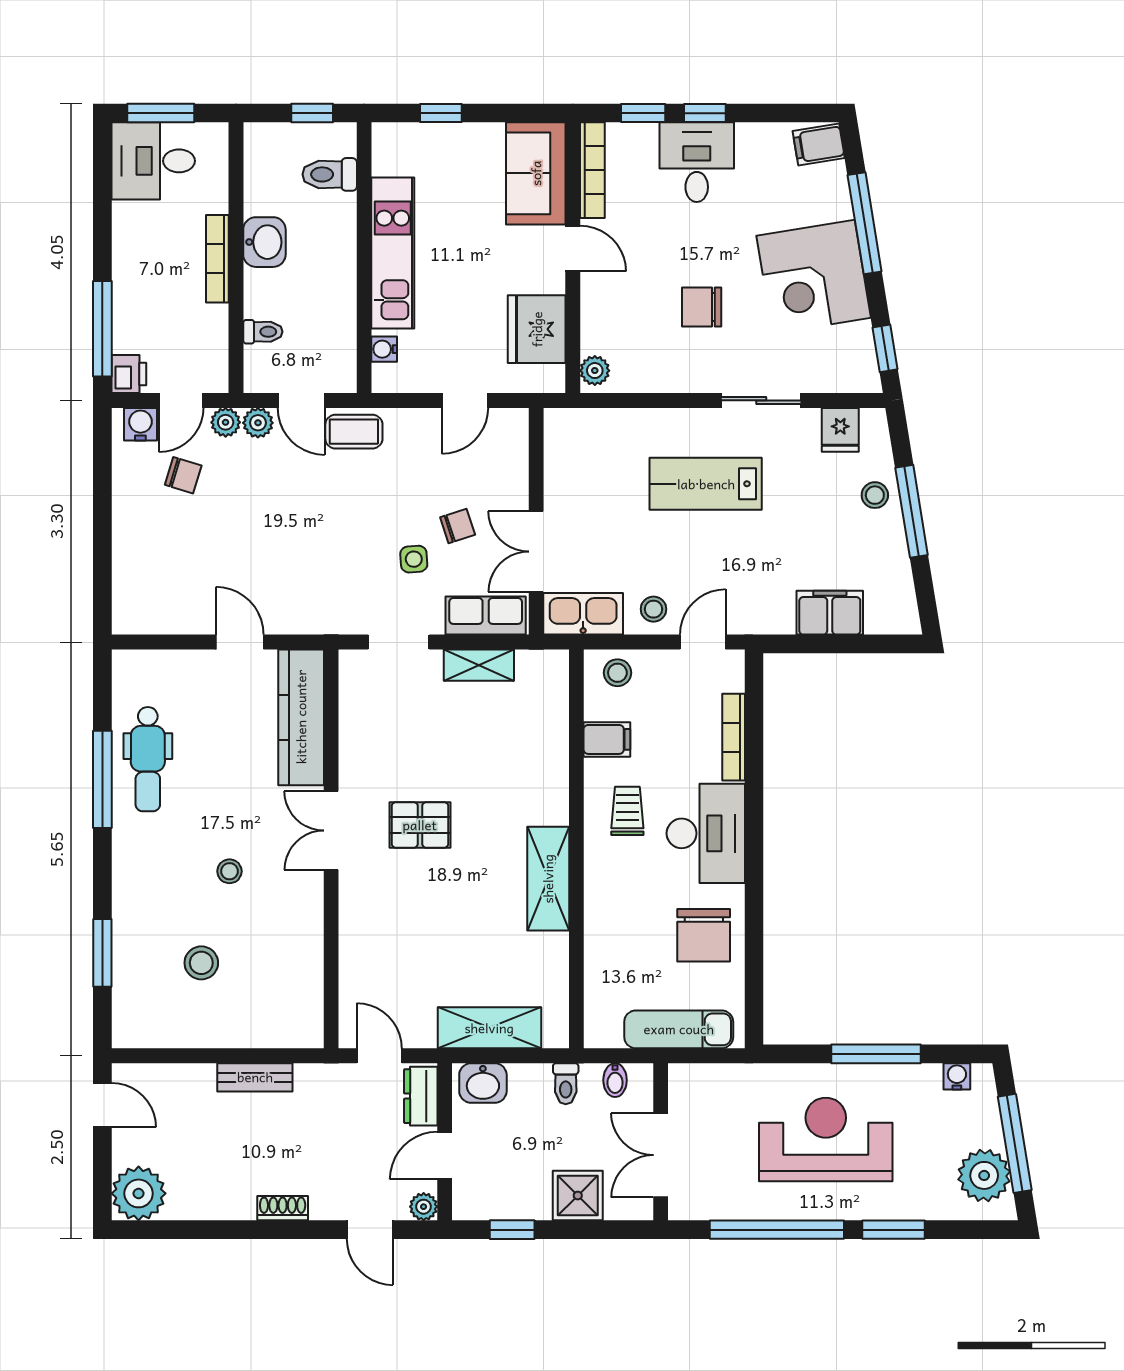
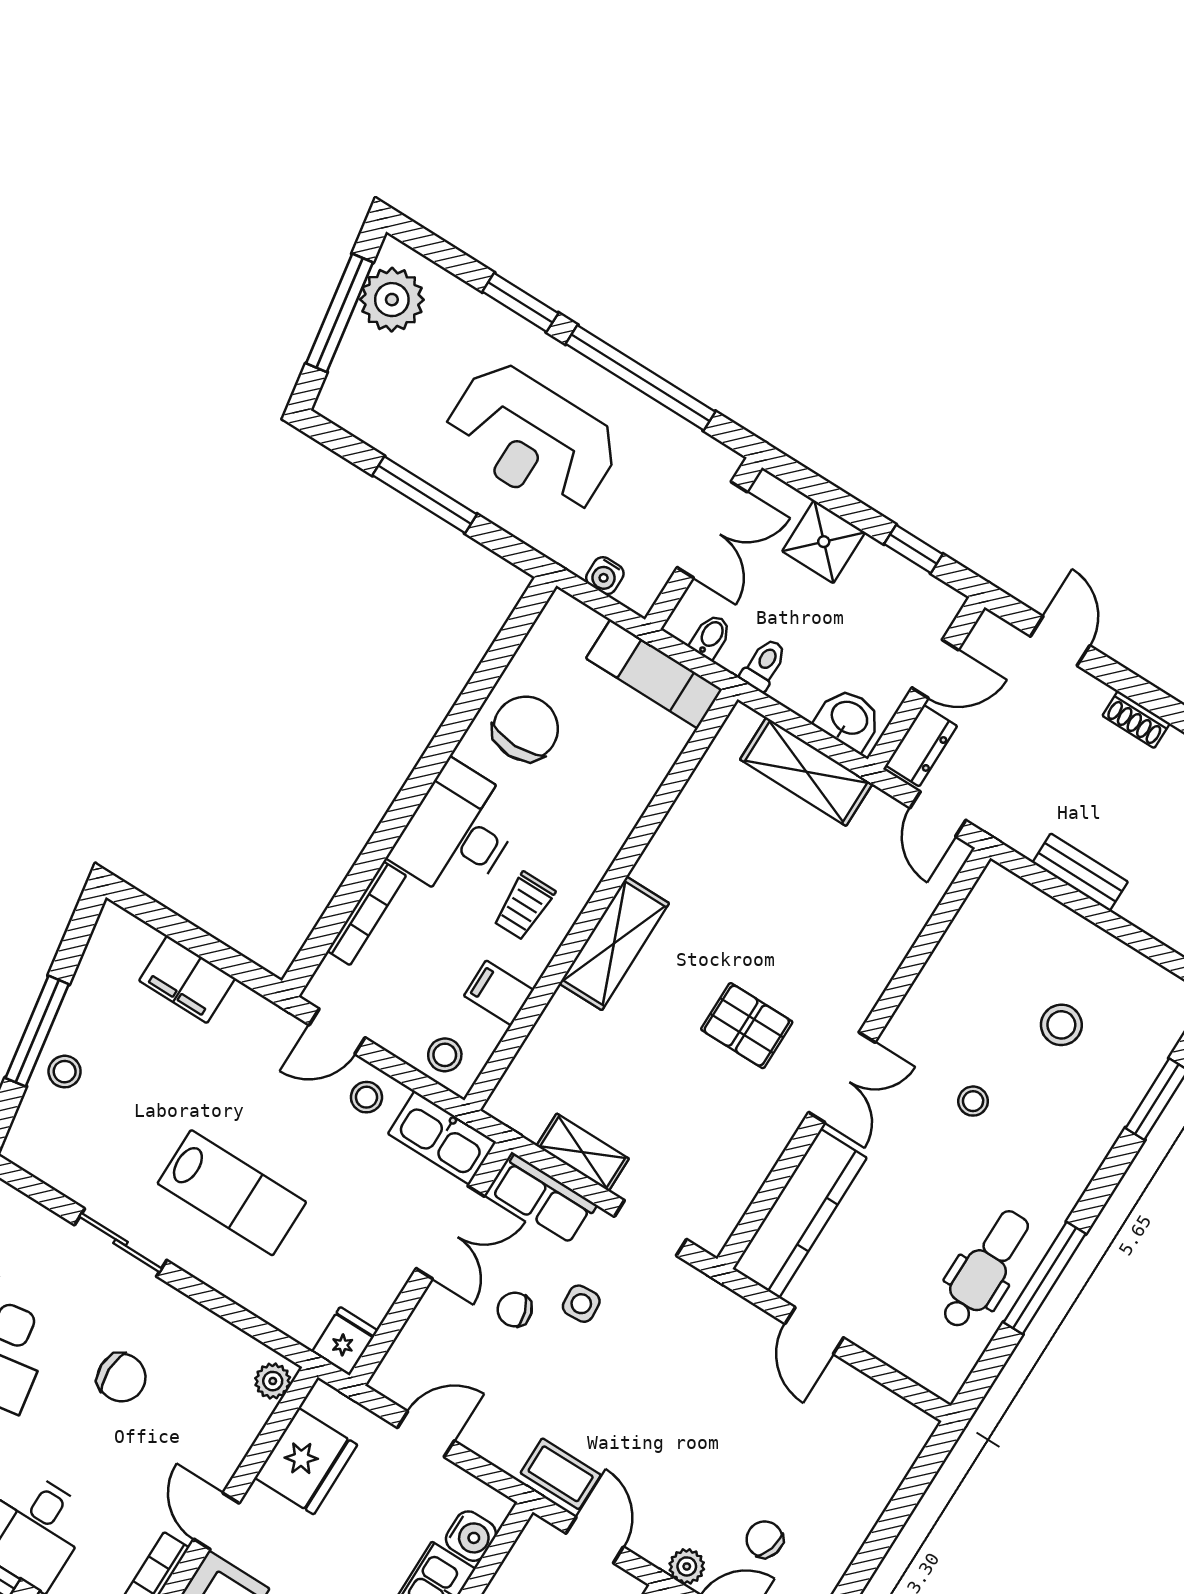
water cooler: (384, 349) -> (471, 1536), width x1.38, depth x1.38
plant: (258, 423) -> (654, 1545), removed
fridge: (840, 430) -> (345, 1341), moved
shelving: (548, 879) -> (614, 943), moved
exam couch: (679, 1029) -> (654, 674), moved
water cooler: (957, 1076) -> (605, 576), moved
plant: (424, 1207) -> (990, 630), removed

